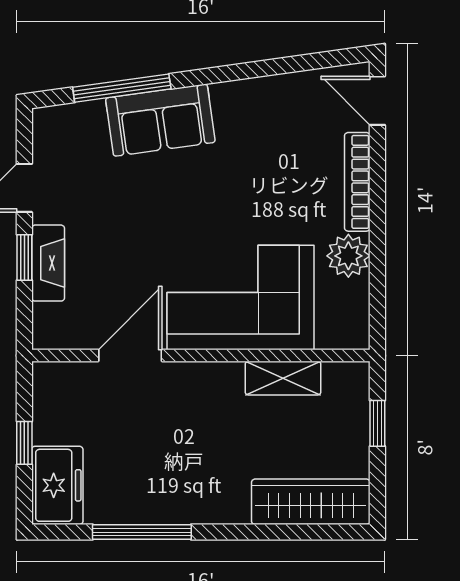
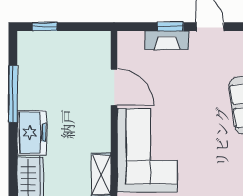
window: (24, 443) -> (45, 27), moved
freezer: (57, 485) -> (32, 133), moved, turned -90

